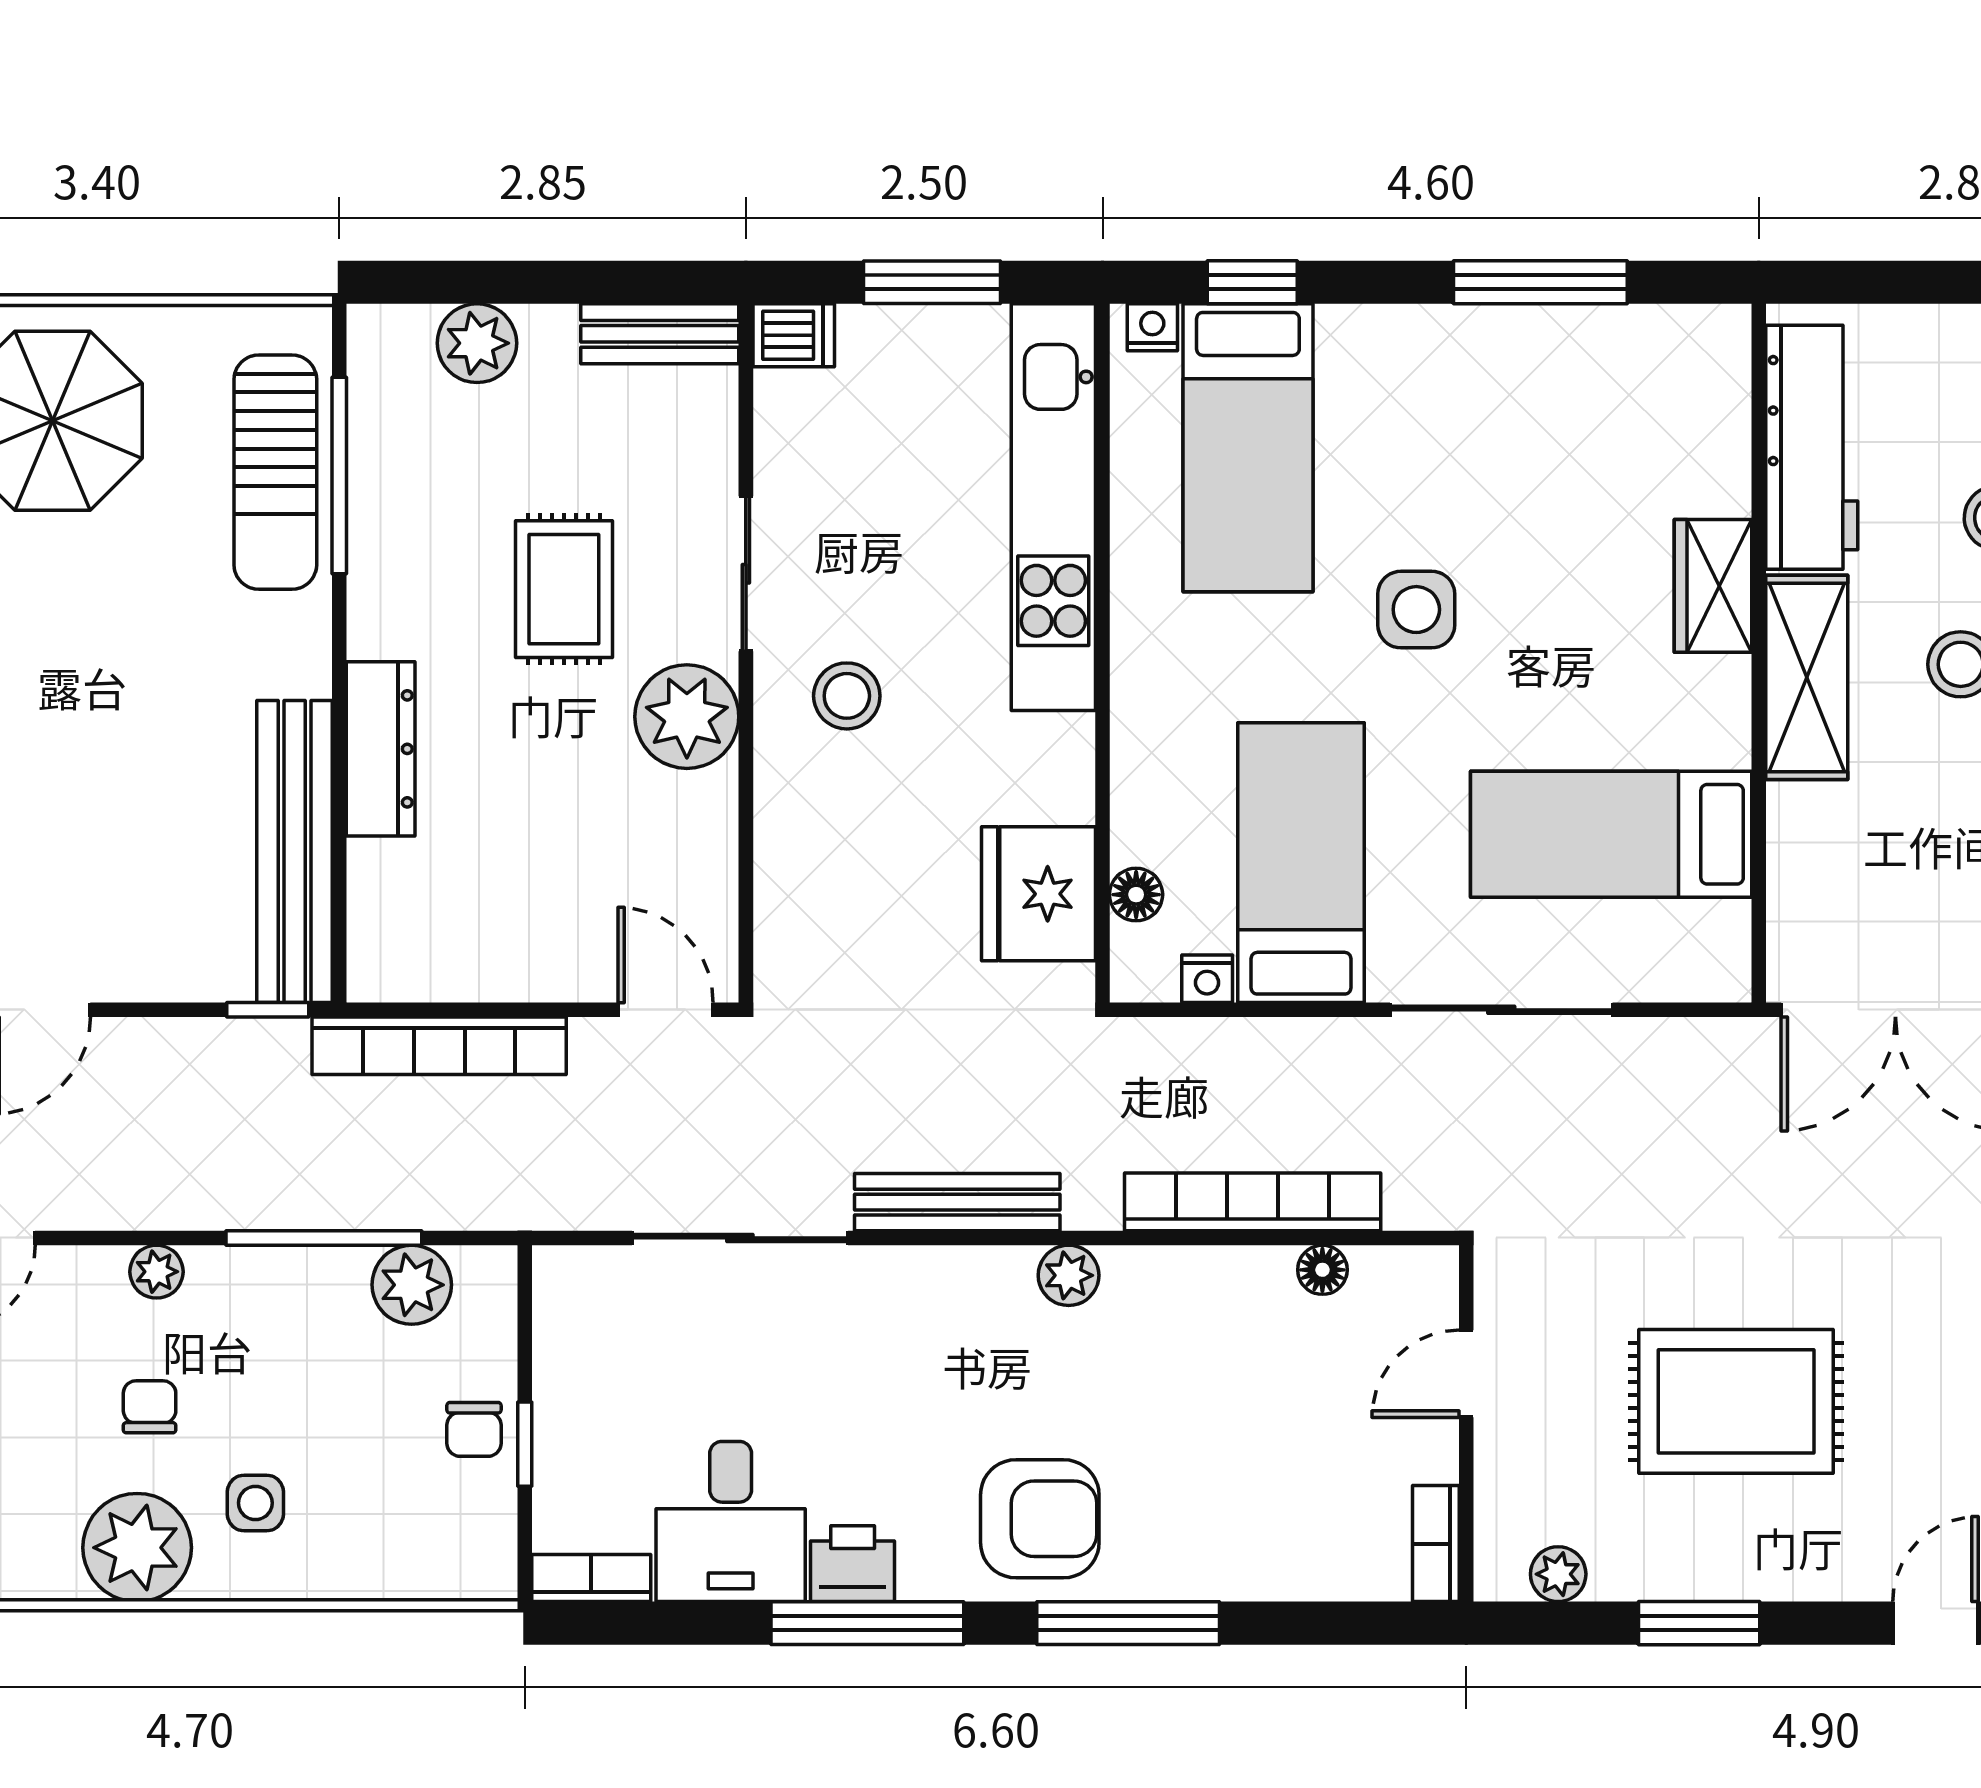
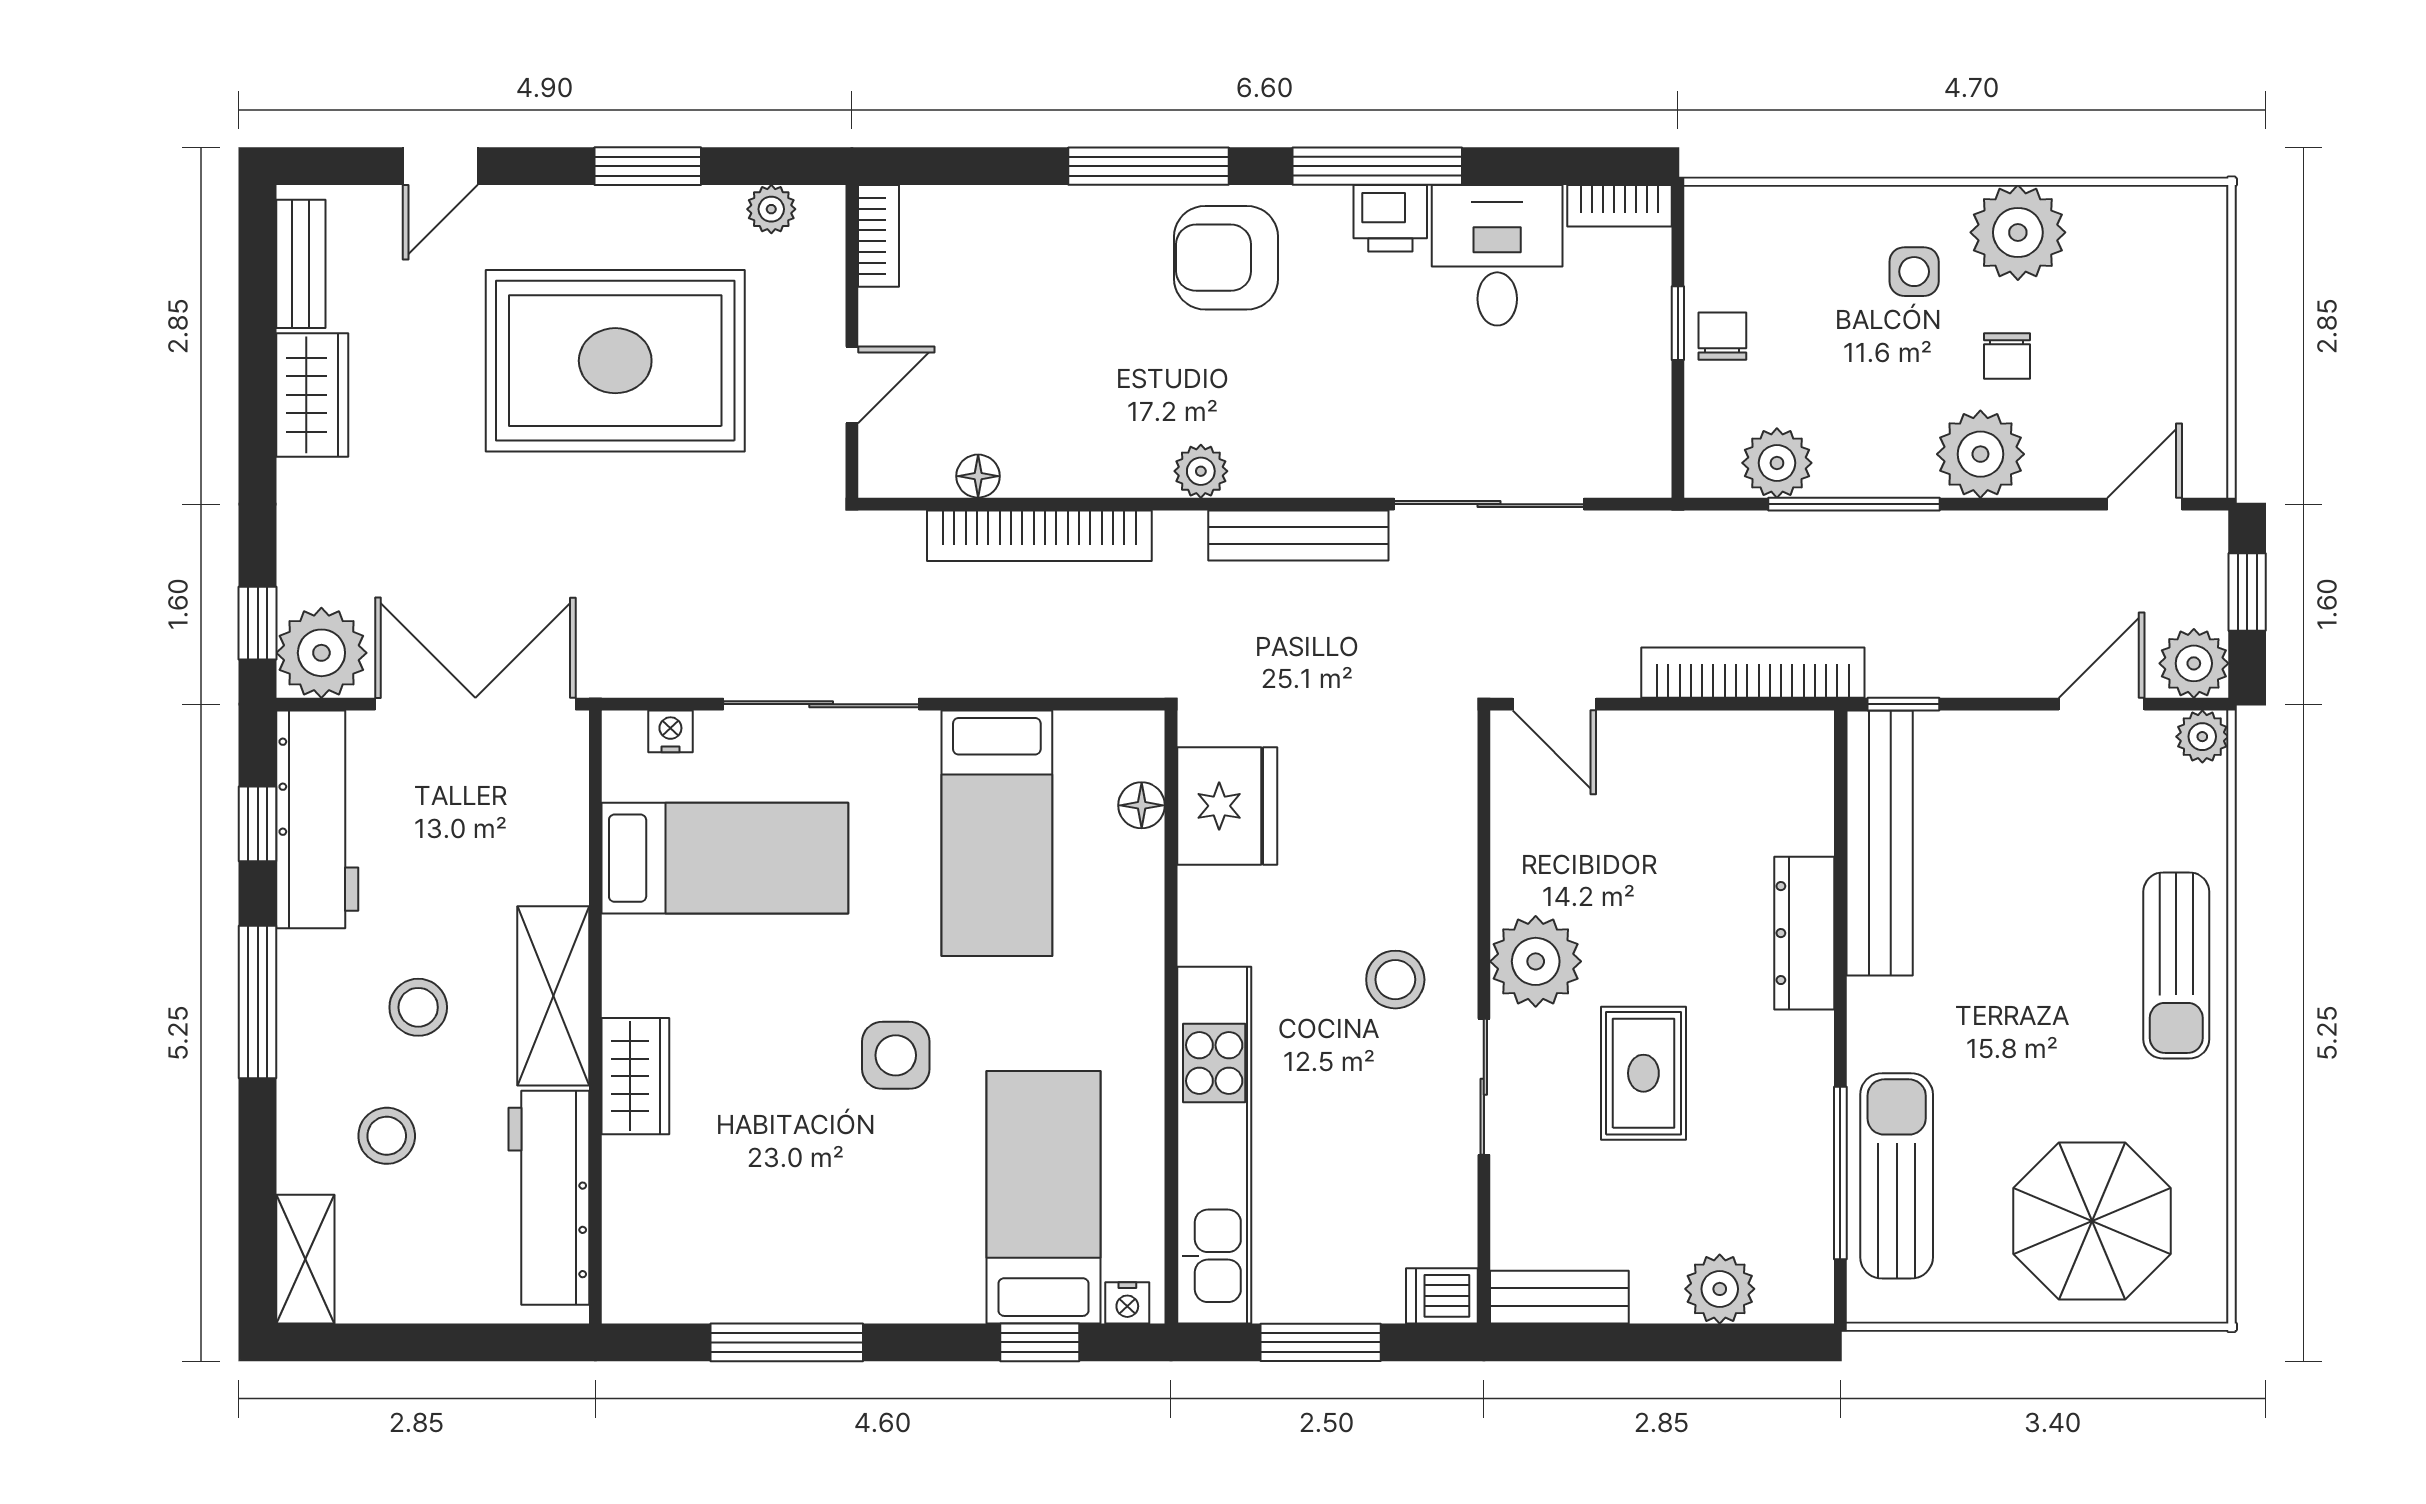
nightstand: (1207, 979) -> (670, 731), moved
plant: (156, 1272) -> (1980, 454), width x1.87, depth x1.87
rug: (1736, 1401) -> (615, 361), width x1.37, depth x1.44

